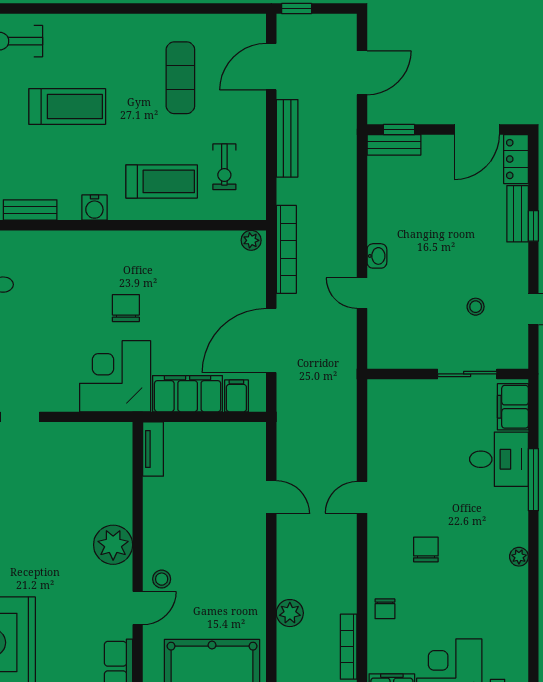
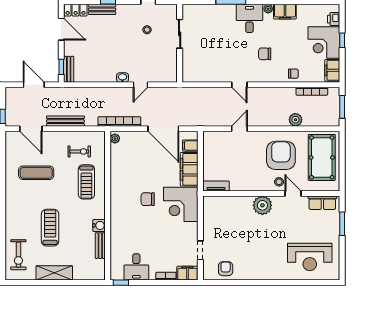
treadmill: (162, 181) -> (86, 182), turned 180
water cooler: (94, 208) -> (99, 225), moved
filing cabinet: (513, 407) -> (285, 12), moved
desk: (499, 459) -> (249, 18), moved
armchair: (216, 583) -> (281, 155), added

